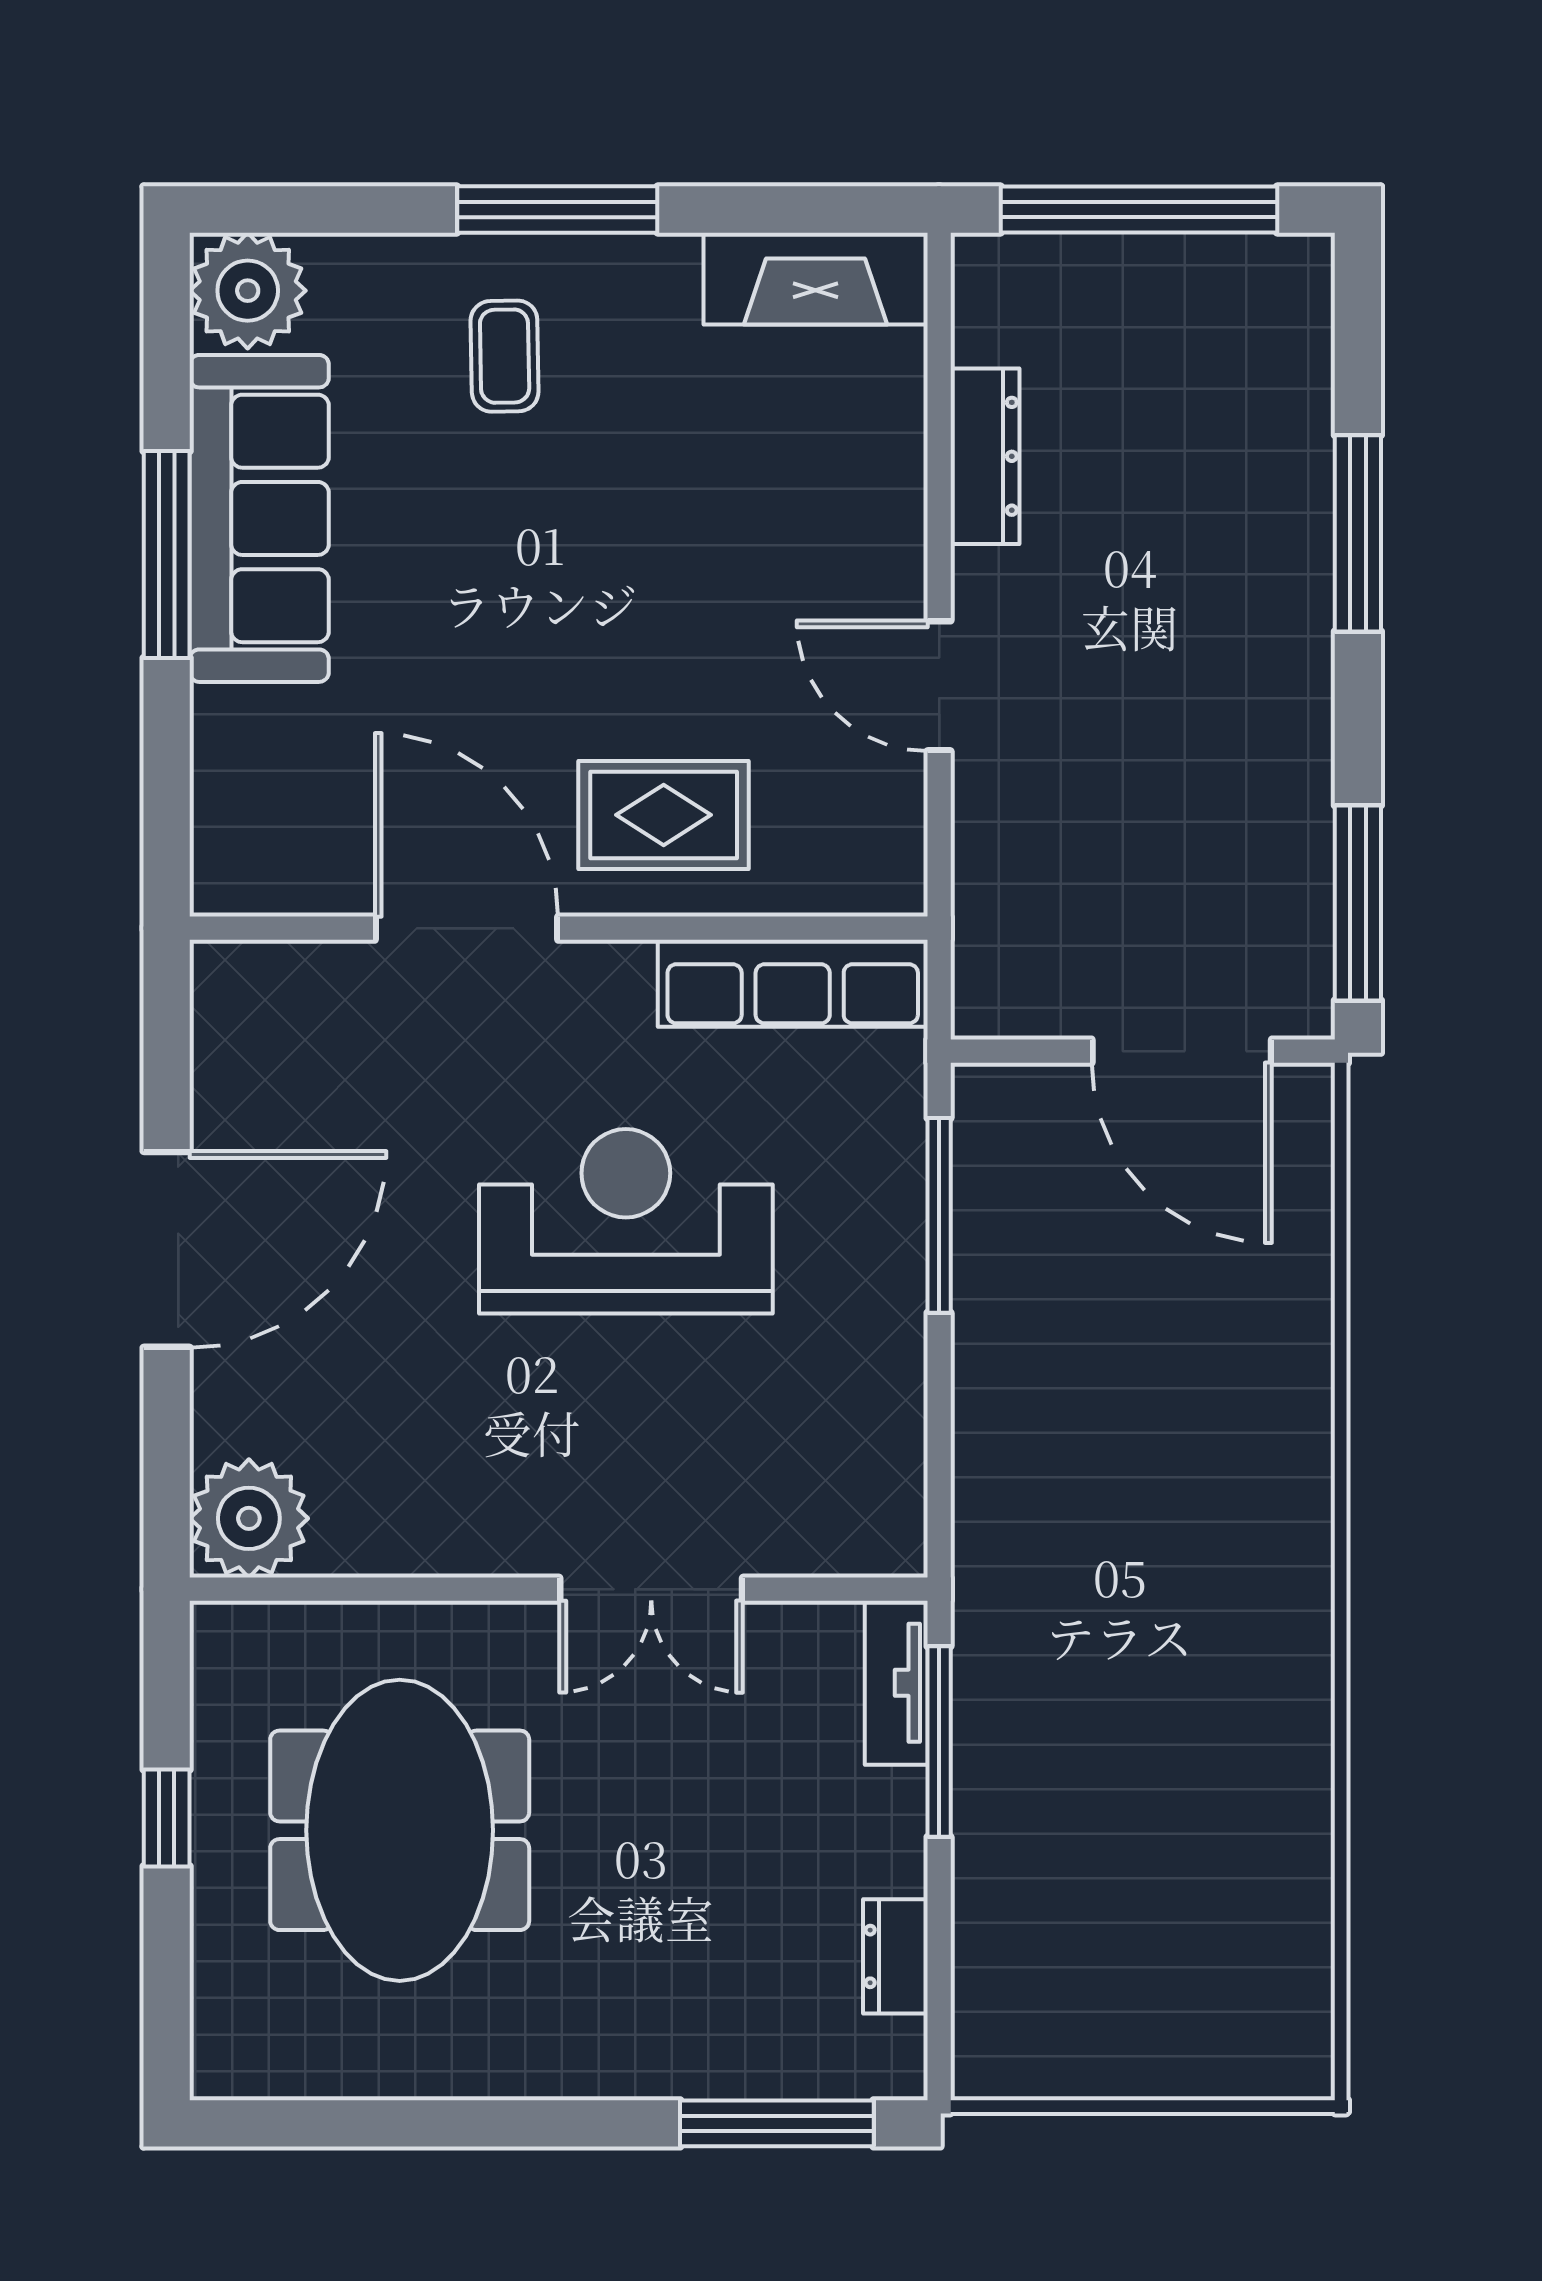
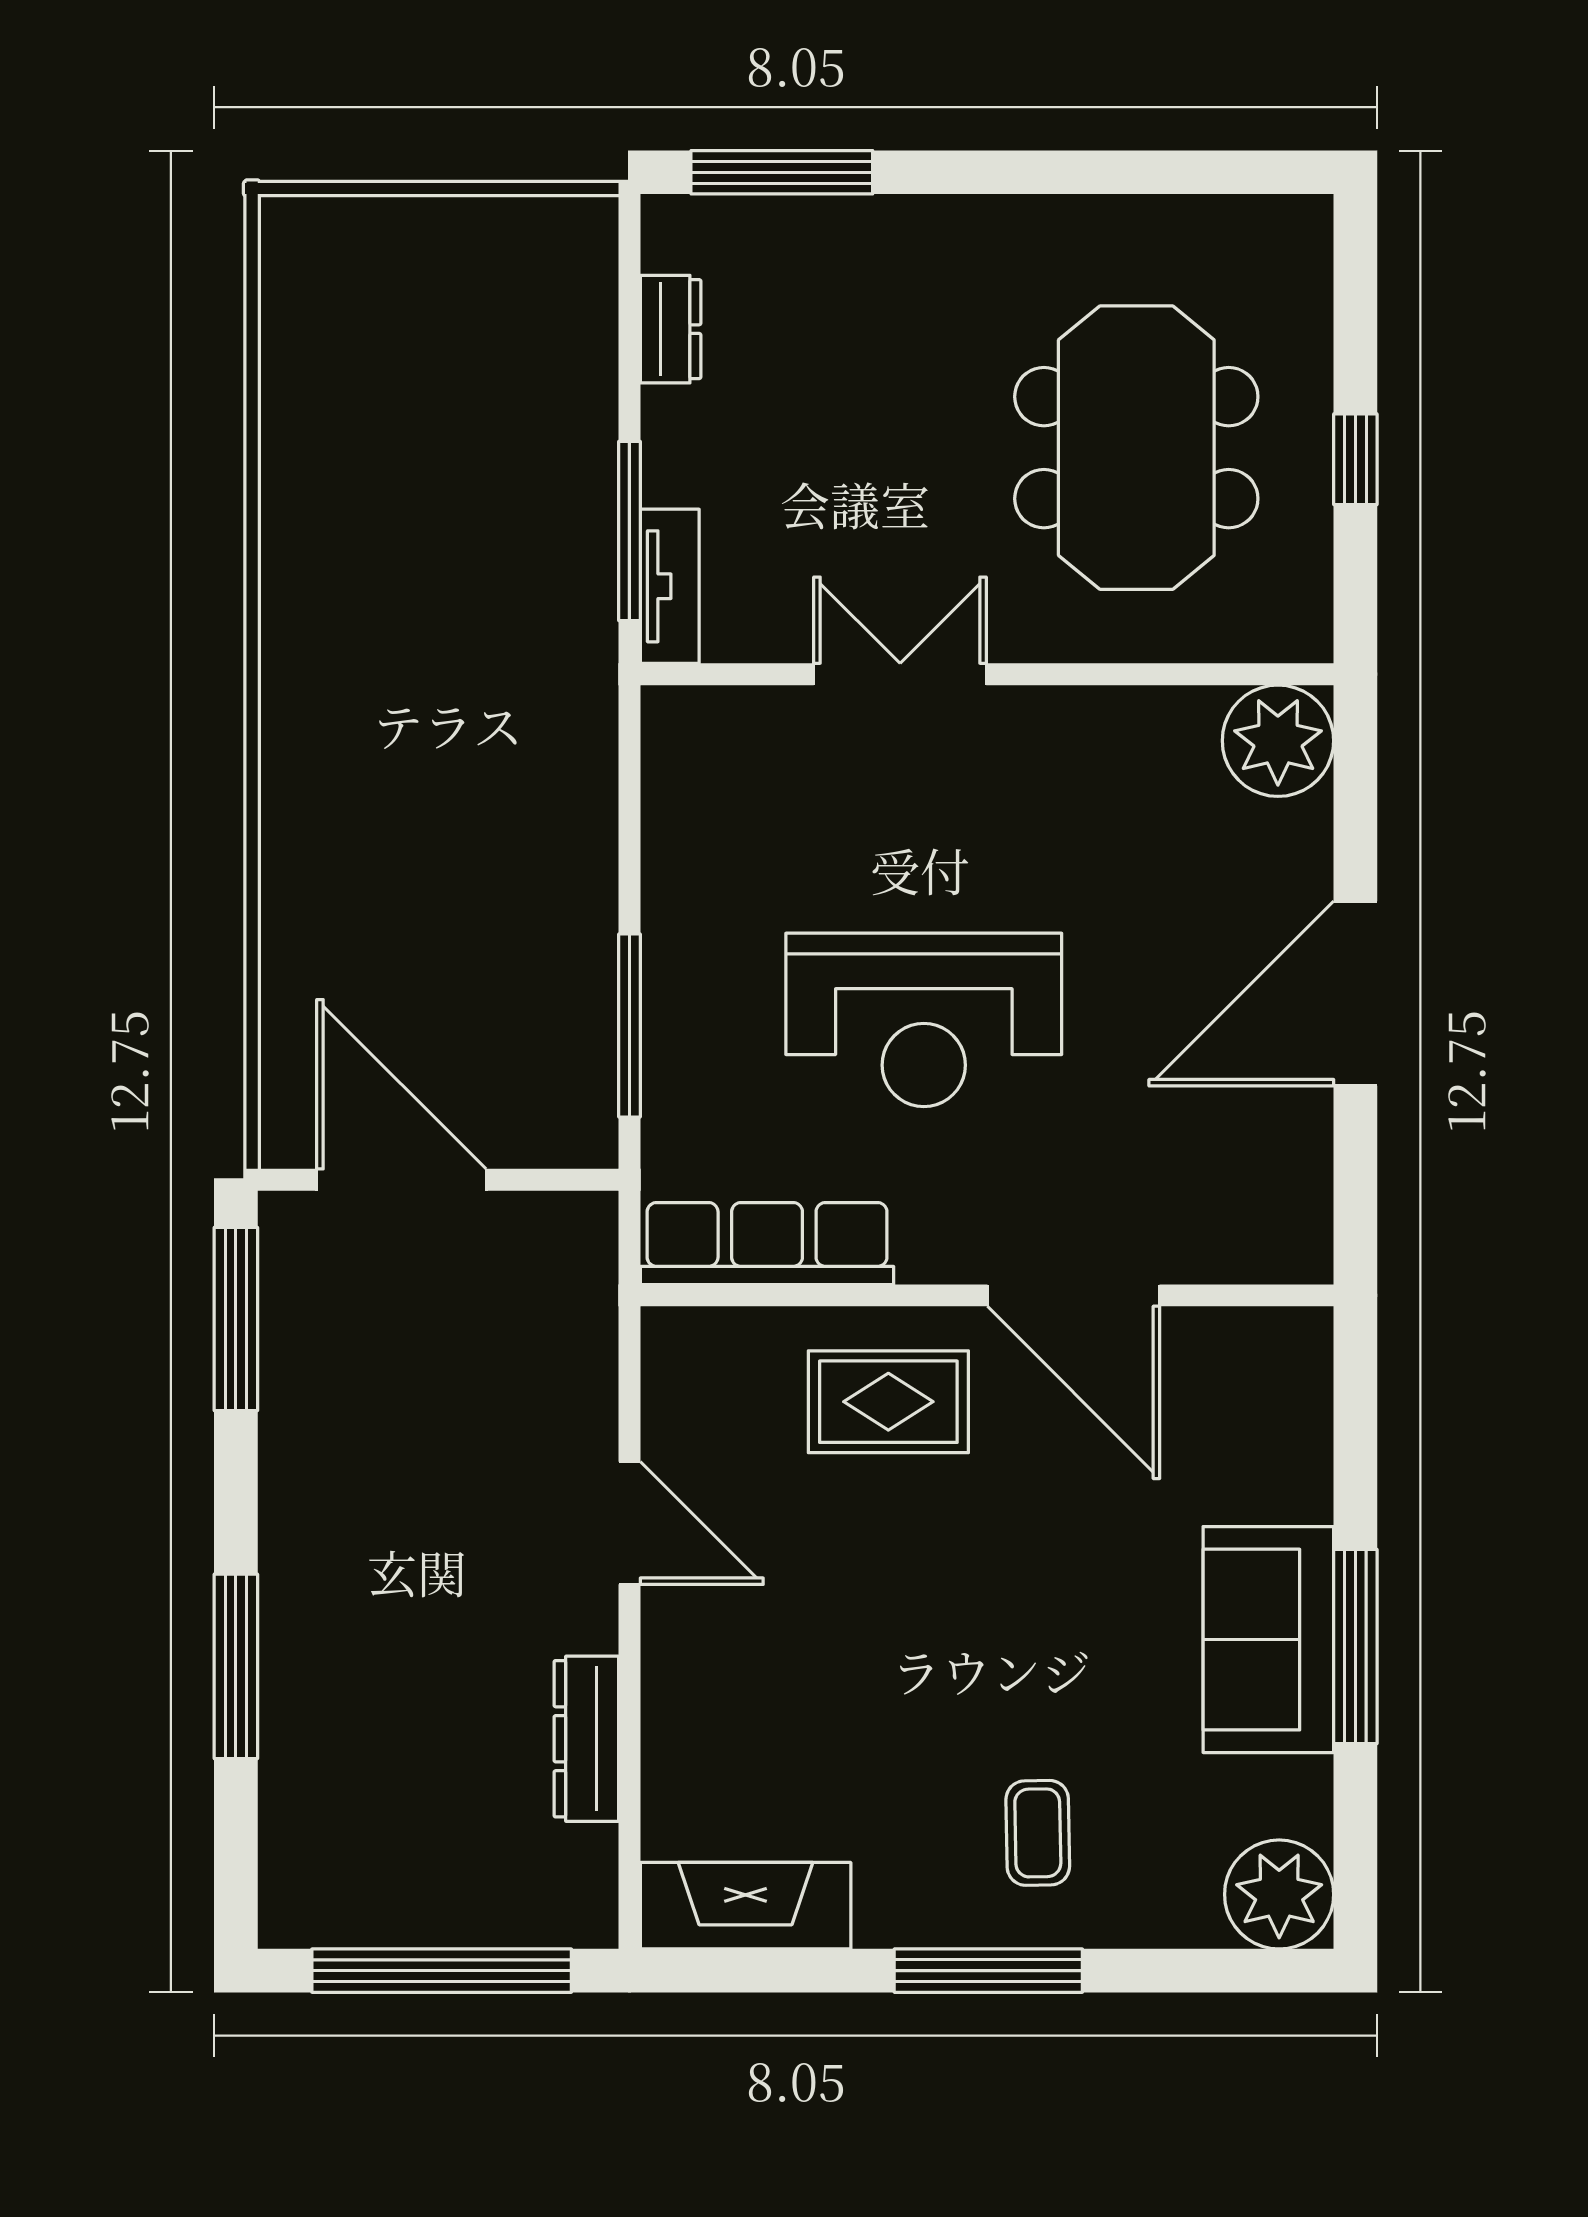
sofa: (259, 518) -> (1268, 1640), width x0.73

